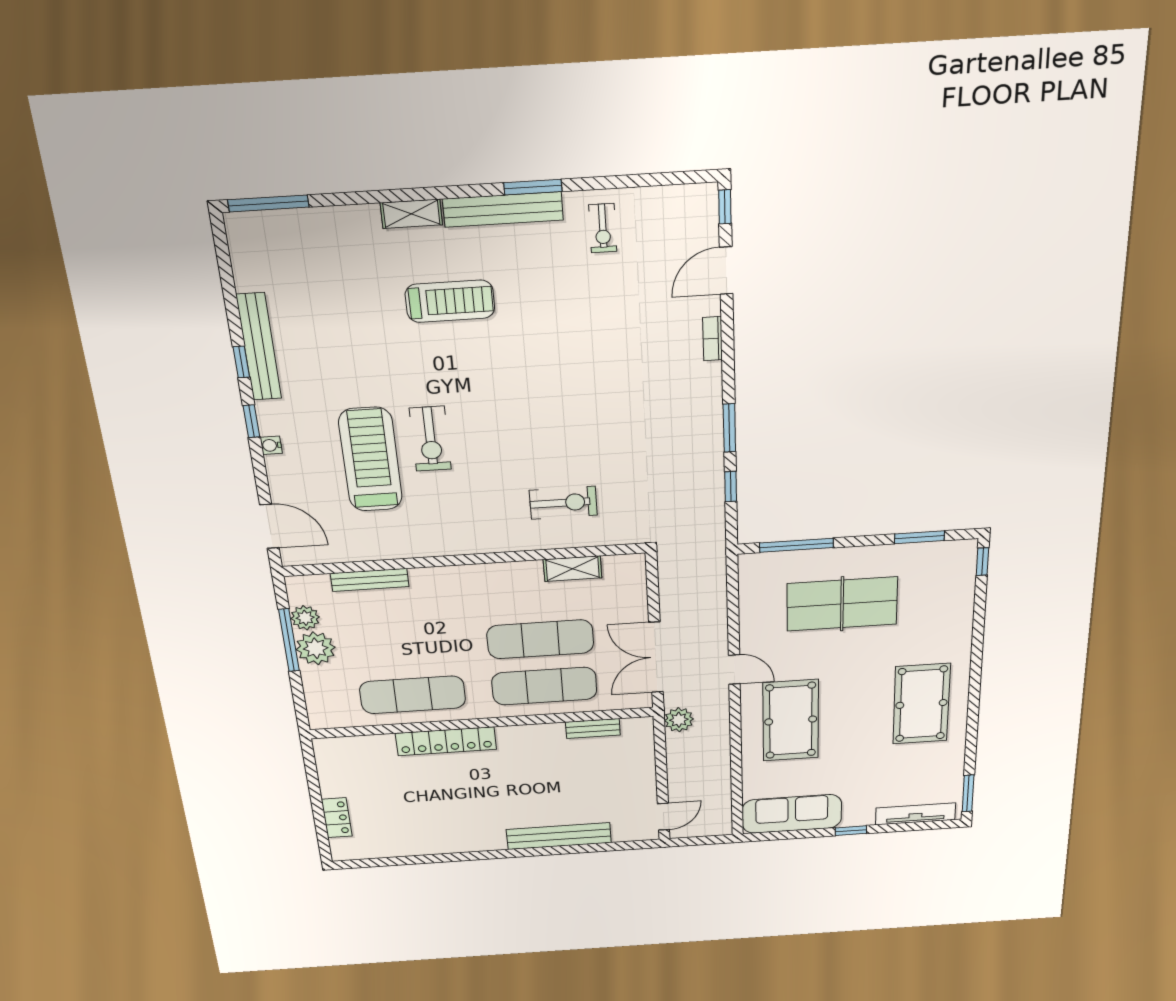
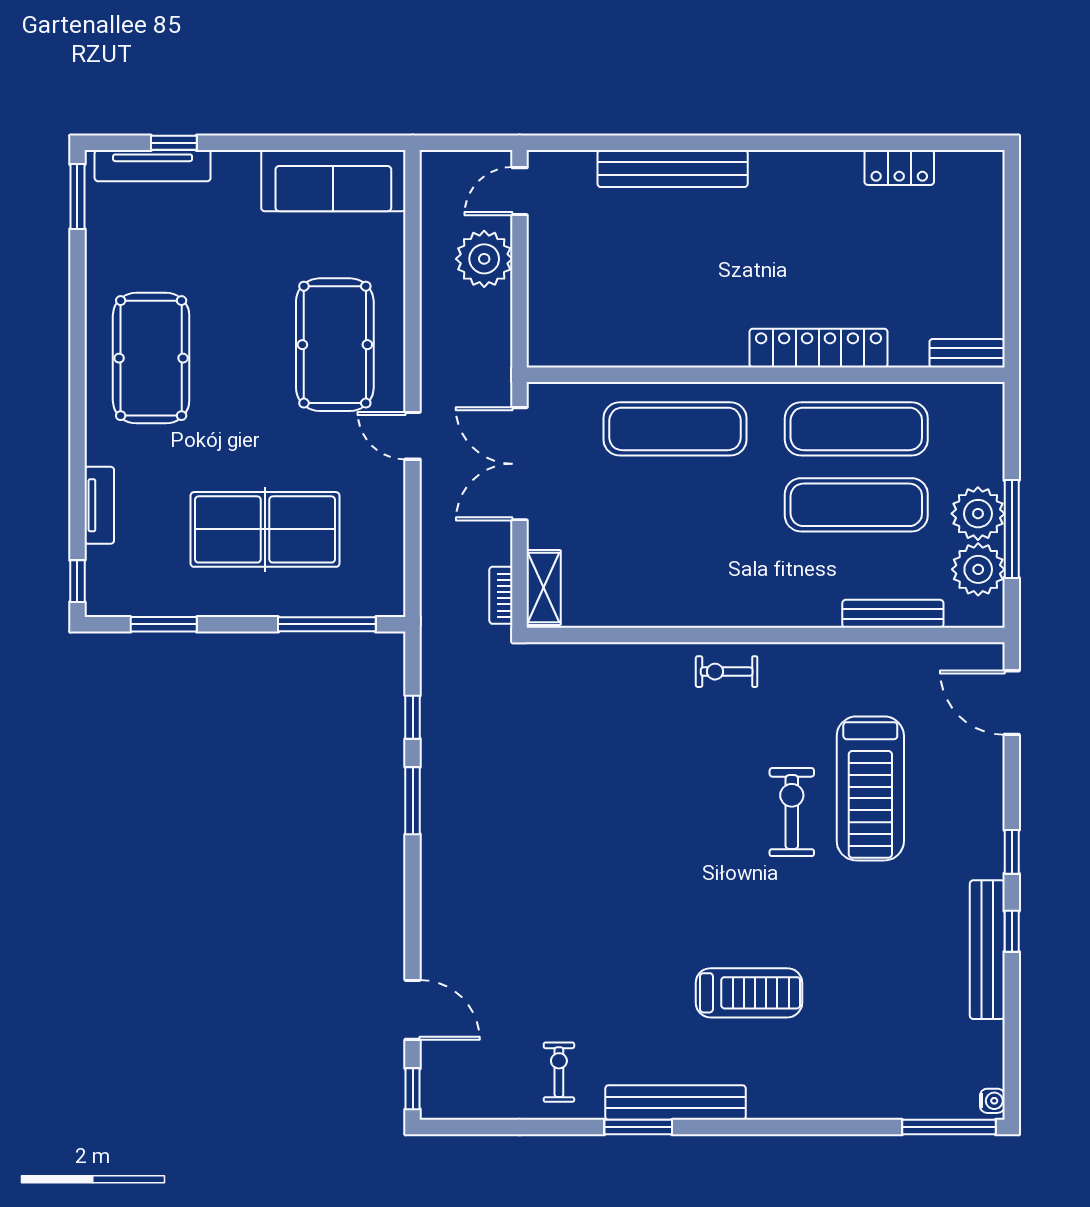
shelving: (411, 214) -> (784, 1104), removed
door: (726, 271) -> (413, 1010), hinge flipped
treadmill: (450, 301) -> (749, 993), turned 180
bookcase: (713, 339) -> (501, 595), moved, turned 180
water cooler: (271, 445) -> (992, 1101), moved
exercise bike: (563, 503) -> (727, 672), moved, width x0.73, depth x0.72
shelving: (573, 569) -> (544, 588), moved, turned 90
tv unit: (963, 611) -> (99, 505), added
plant: (305, 618) -> (978, 569), width x1.36, depth x1.36
exercise mat: (540, 639) -> (856, 505), moved
double door: (656, 657) -> (520, 464), swing flipped
plant: (679, 720) -> (484, 259), moved, width x1.36, depth x1.36
bench: (593, 728) -> (967, 353), moved
locker: (337, 818) -> (899, 167), moved, turned -90
window: (851, 831) -> (174, 143), moved

